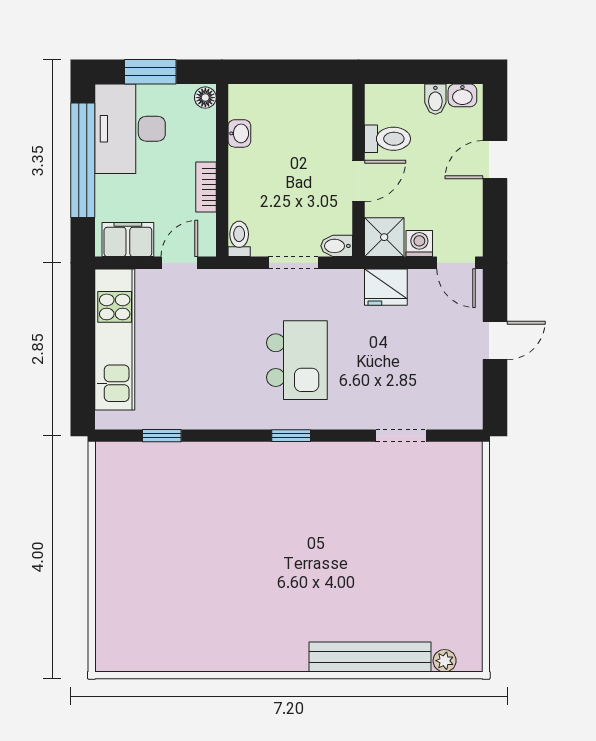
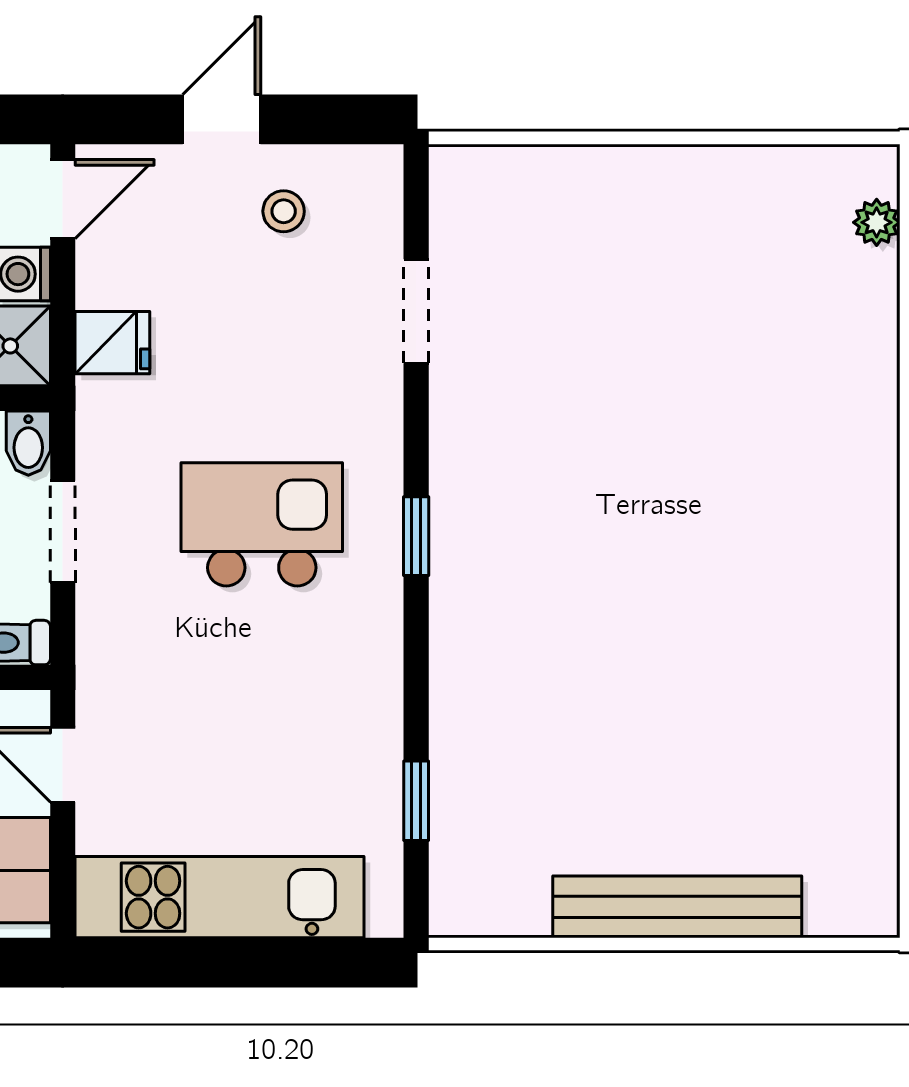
fridge: (386, 287) -> (112, 343), width x0.72
door: (495, 340) -> (222, 119), hinge flipped
stool: (450, 371) -> (284, 211), added
bench: (370, 657) -> (677, 907), moved, turned 90

